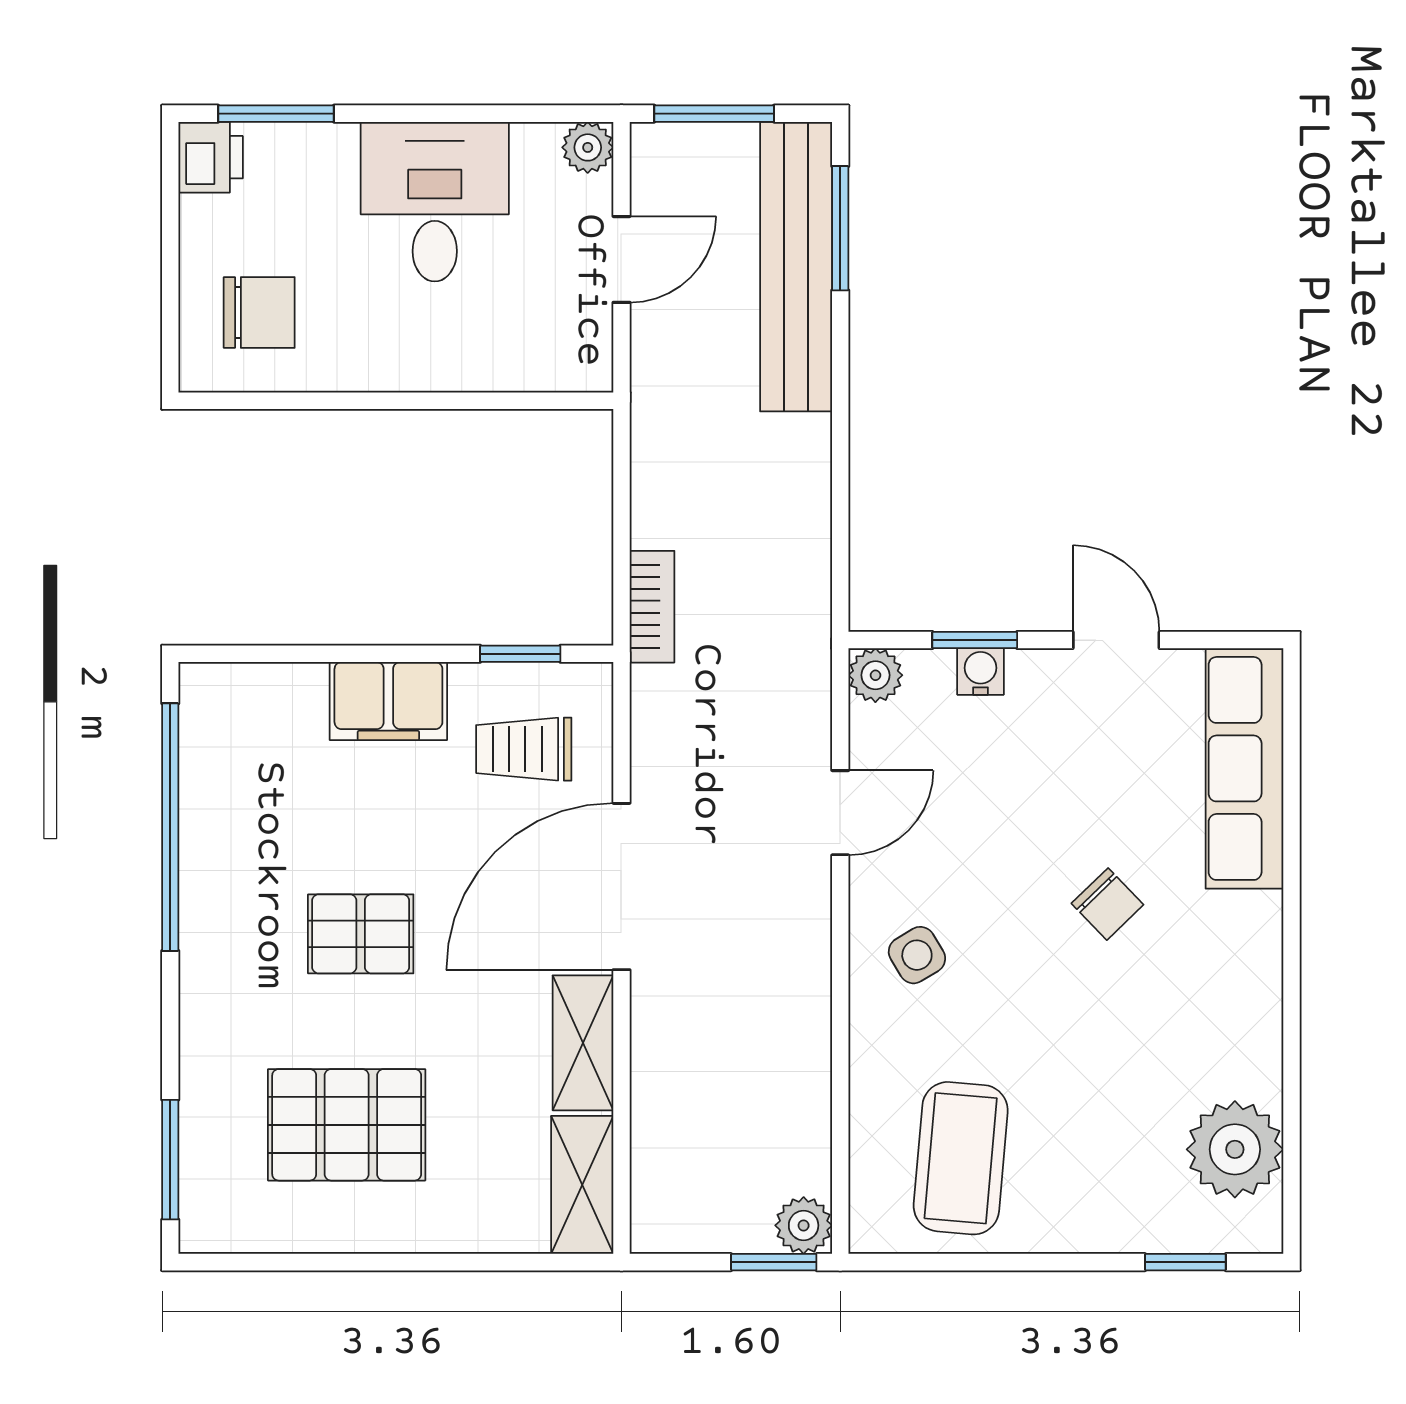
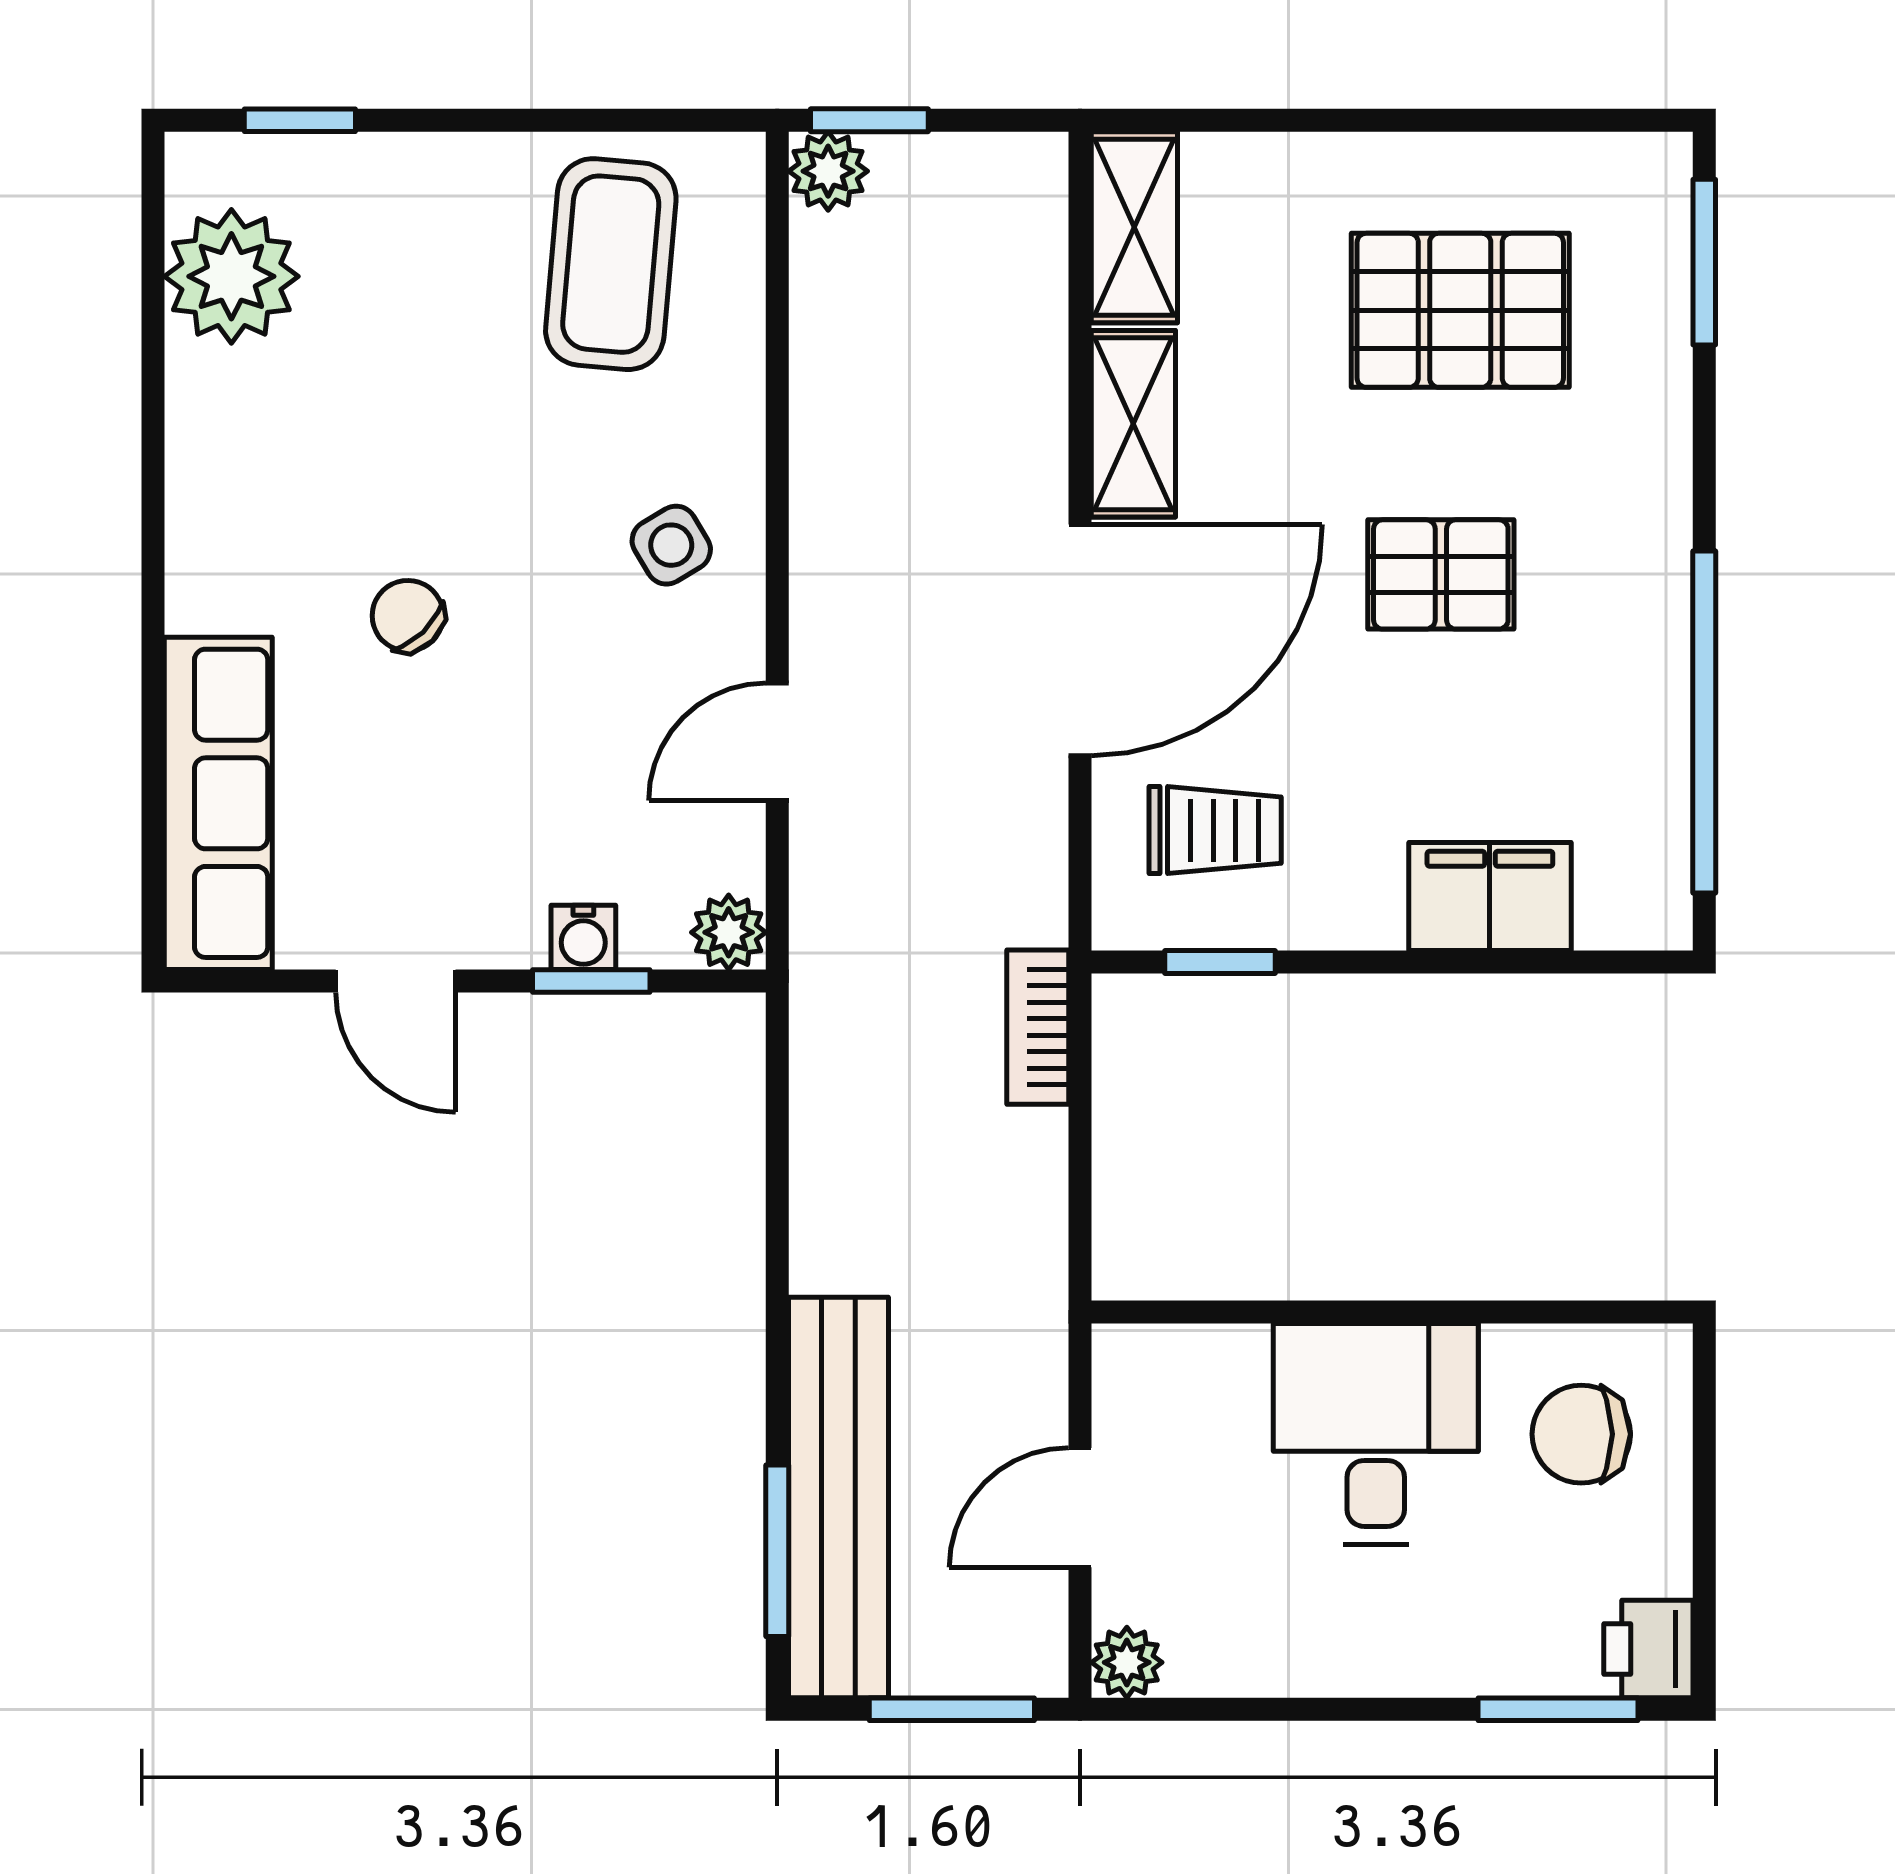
desk: (435, 202) -> (1376, 1434), moved, turned 180
filing cabinet: (388, 701) -> (1490, 897), moved

